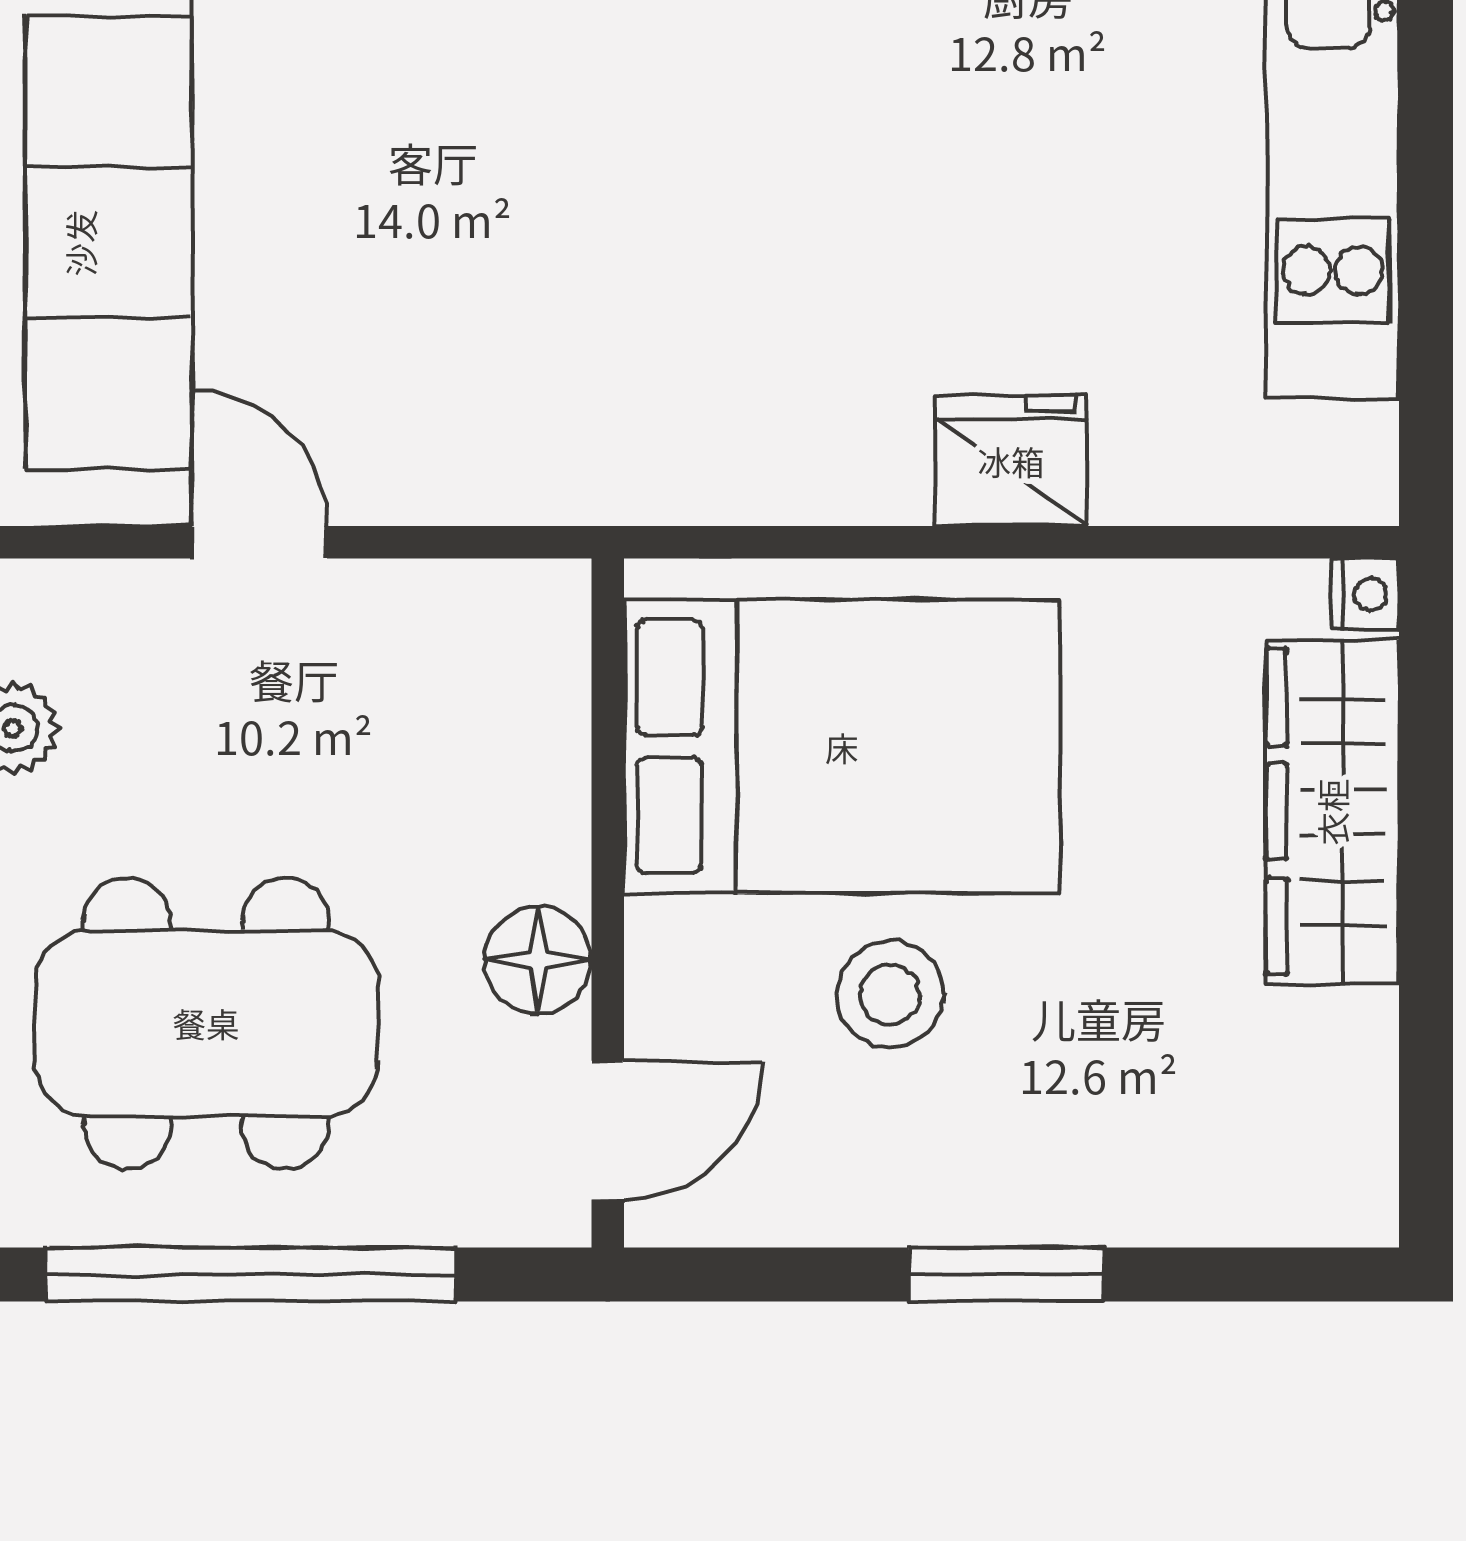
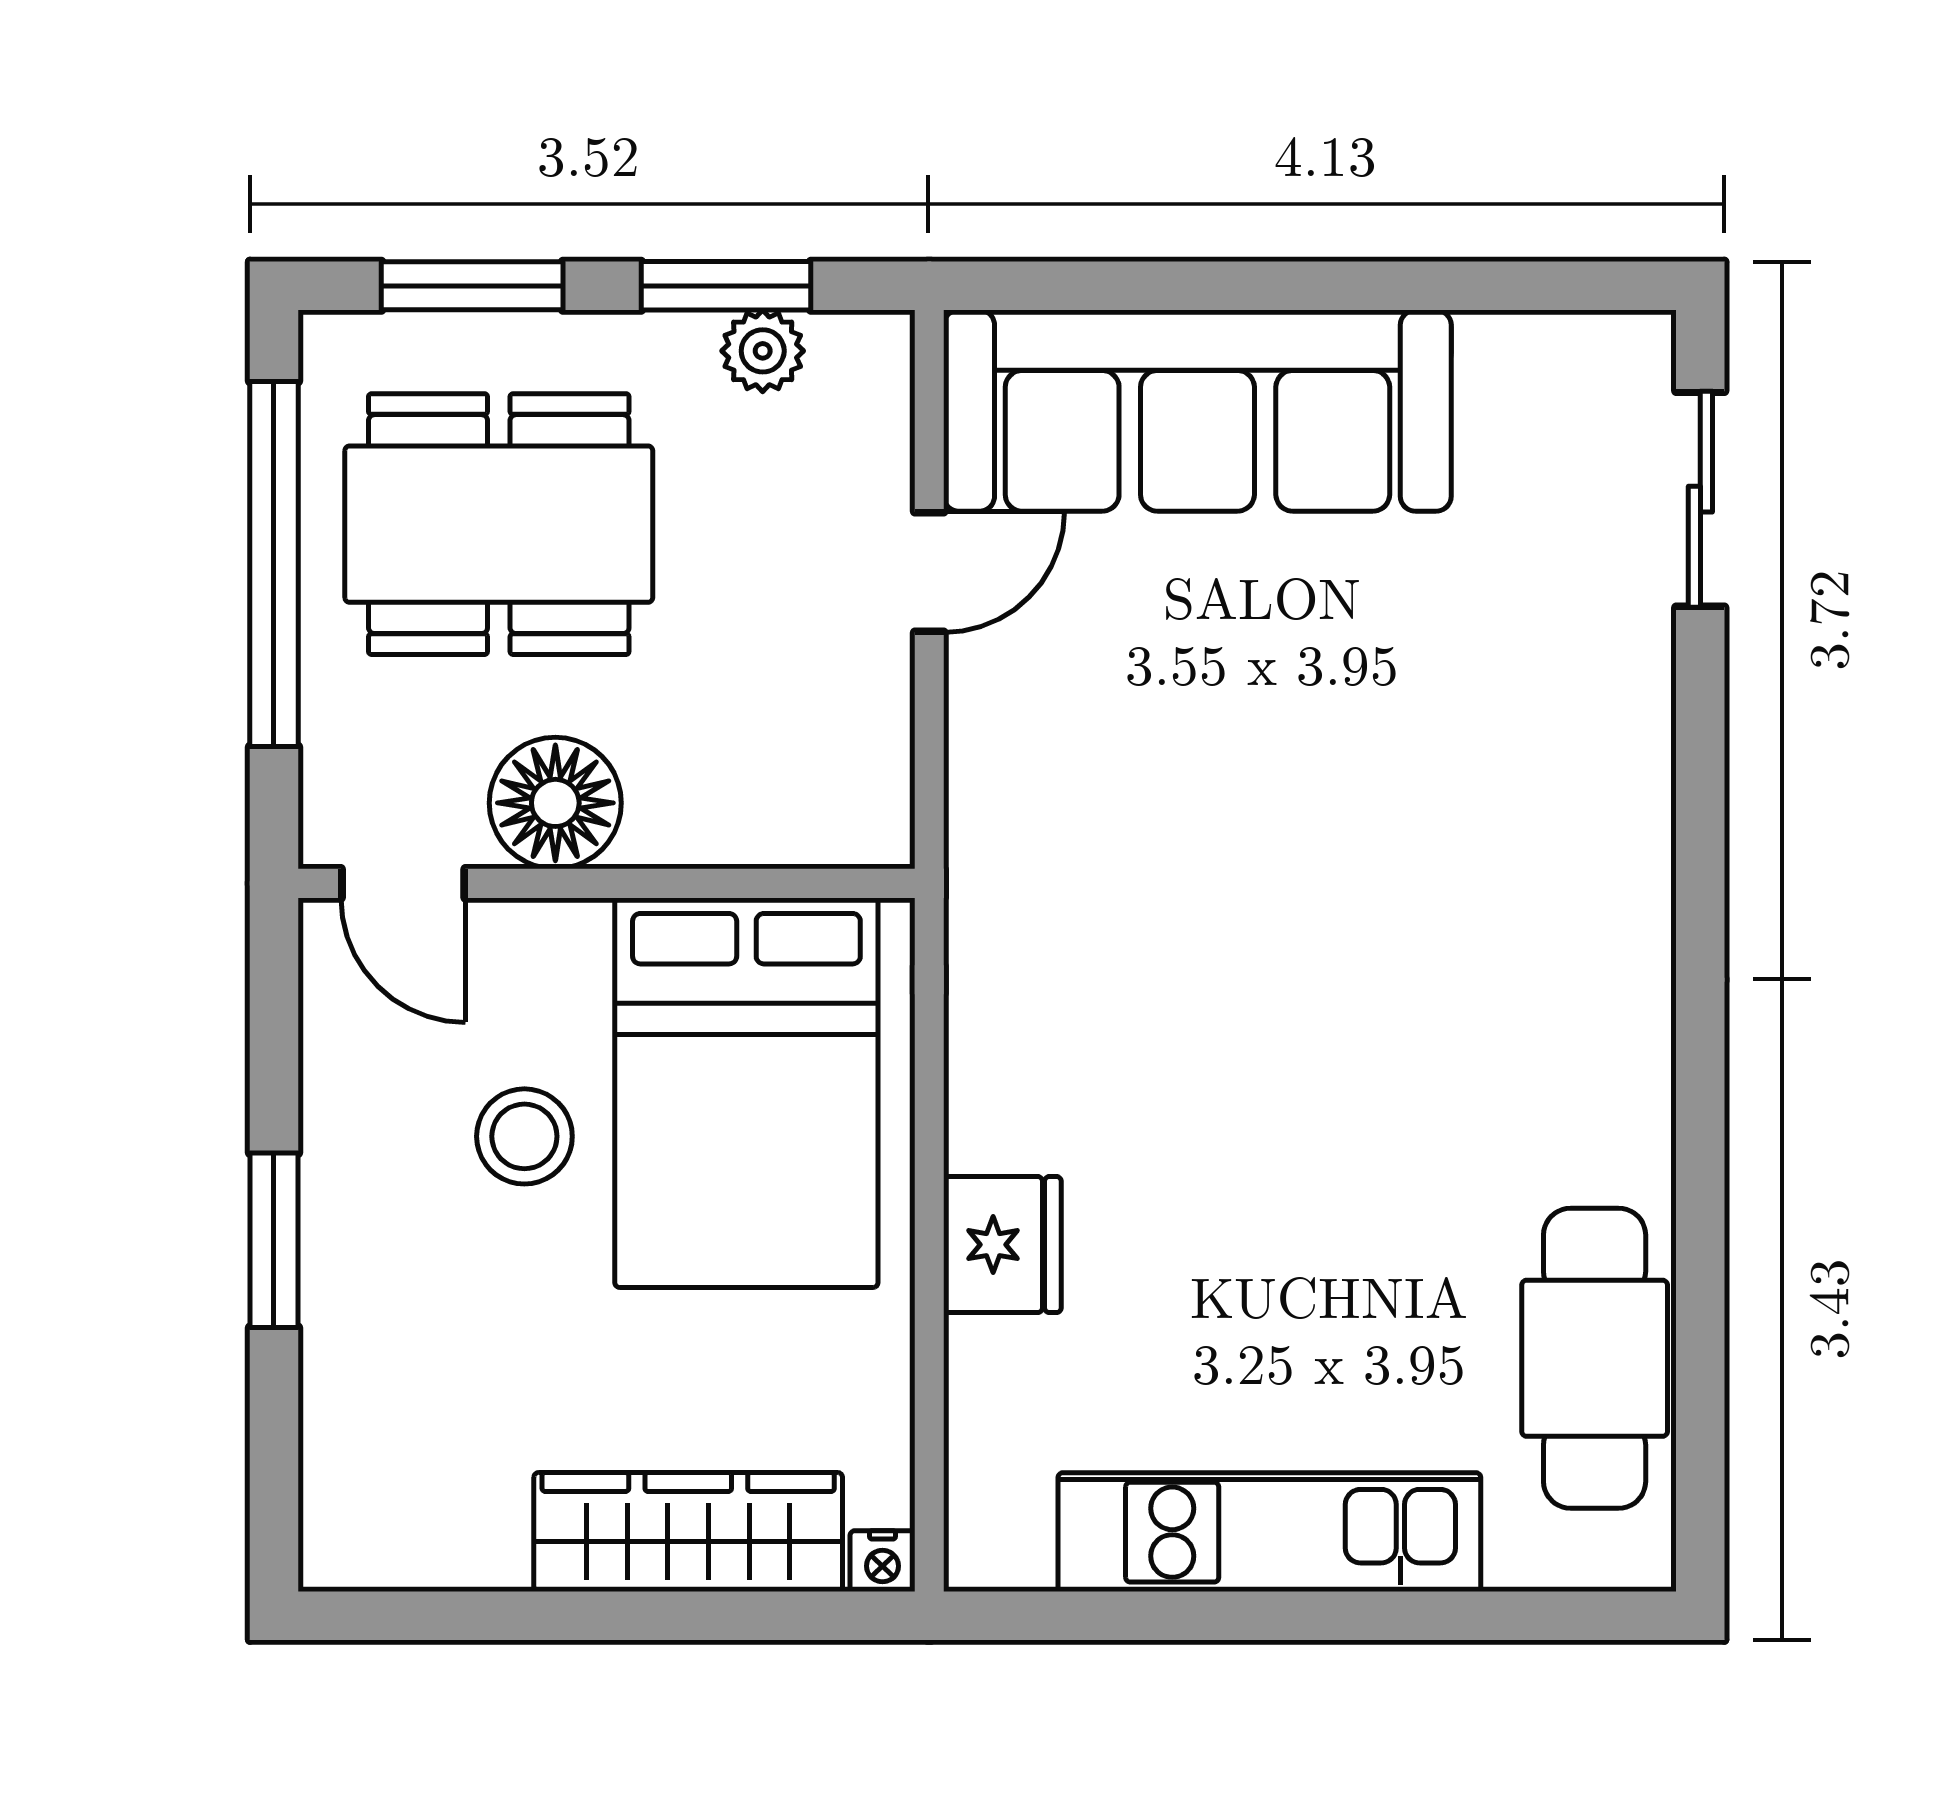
floor lamp: (538, 960) -> (555, 803), width x1.38, depth x1.38
dining table: (206, 1023) -> (499, 524), turned 90

